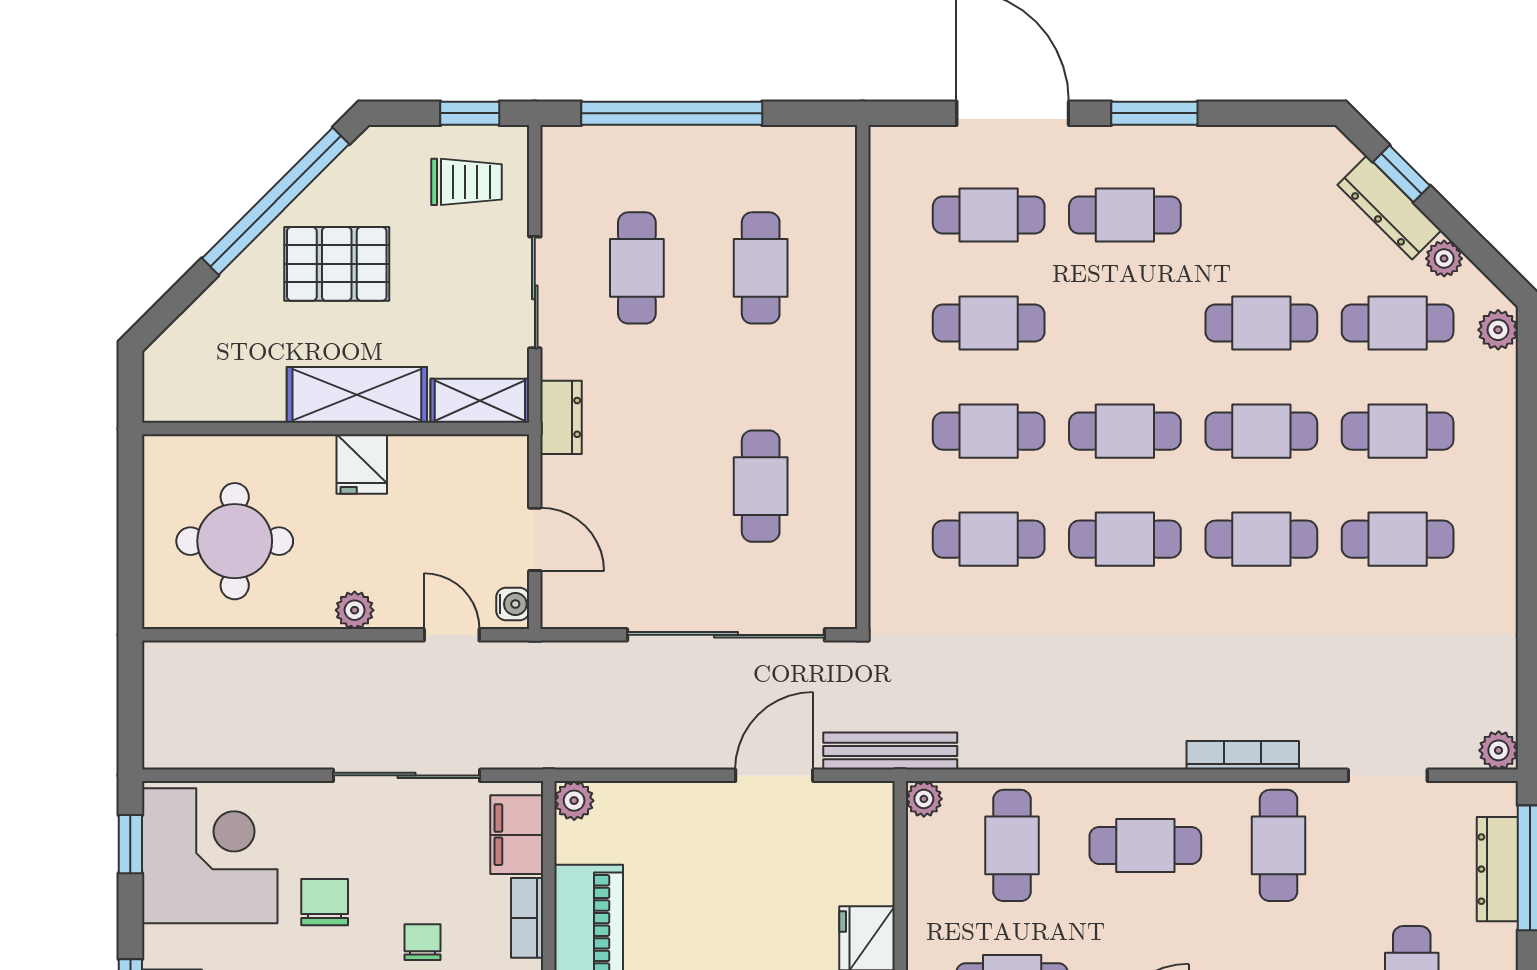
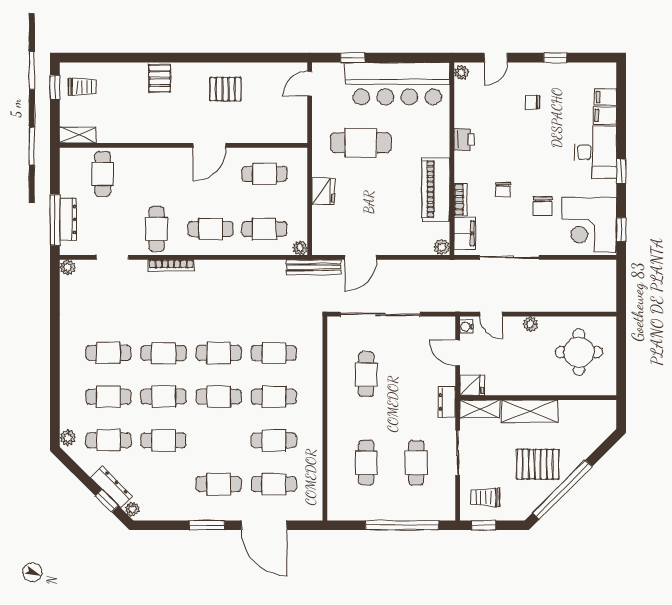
plant: (1444, 259) -> (132, 509), moved
fridge: (362, 464) -> (472, 385), moved, turned 90
cafe table: (1012, 845) -> (264, 229), turned 90

